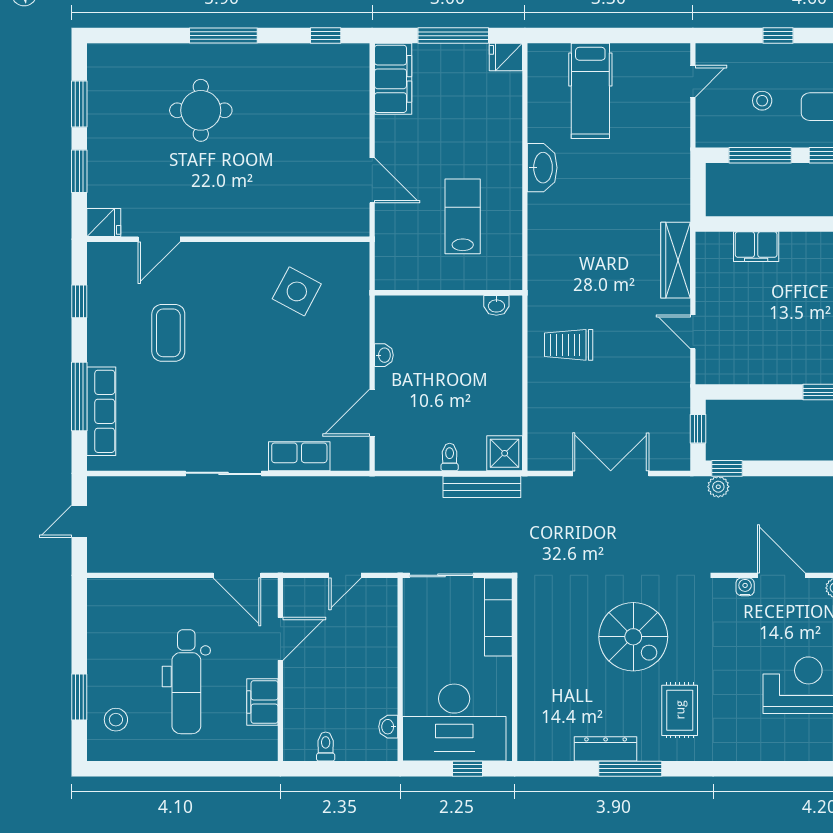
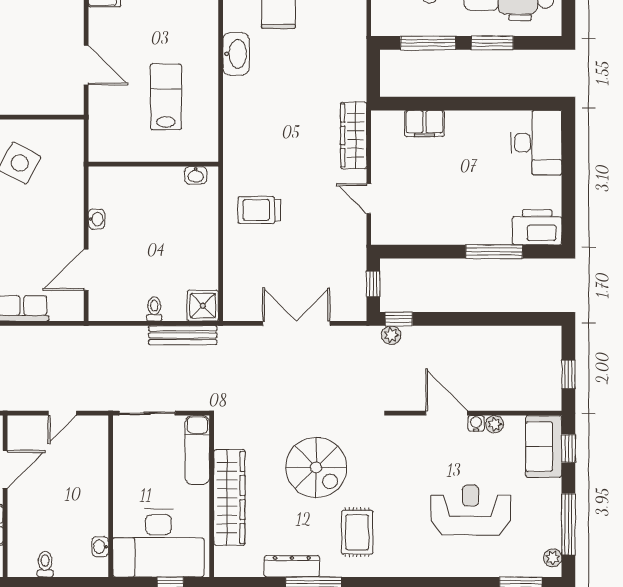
water cooler: (745, 587) -> (476, 423), moved
wardrobe: (535, 671) -> (229, 497), added

